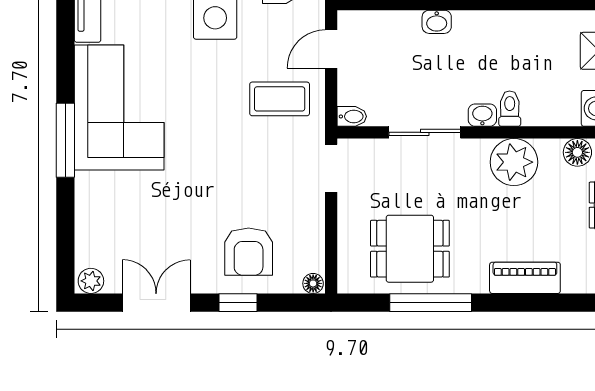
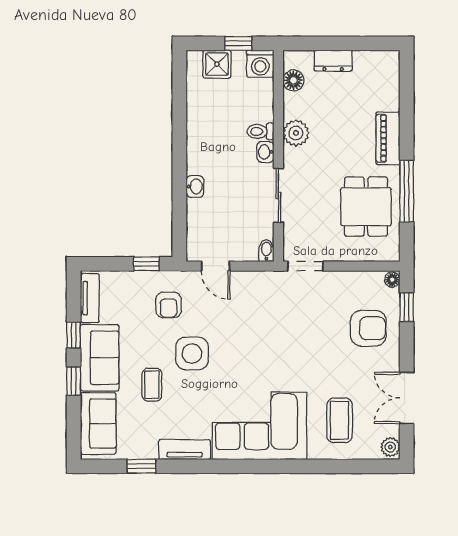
coffee table: (280, 99) -> (340, 420), moved
window: (65, 140) -> (284, 466), removed
plant: (514, 162) -> (296, 133), width x0.73, depth x0.73
piano: (525, 278) -> (388, 138), moved
window: (238, 303) -> (407, 307), moved

